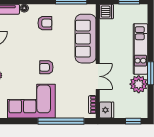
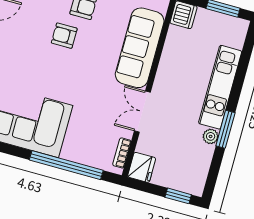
armchair: (46, 67) -> (64, 36), moved
double door: (98, 76) -> (142, 112), swing flipped
plant: (139, 84) -> (211, 136), width x0.53, depth x0.53

